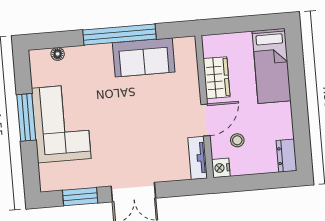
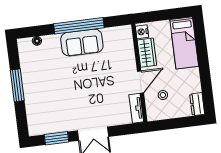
sofa: (144, 57) -> (82, 43), moved
corner sofa: (61, 123) -> (41, 88), removed
nightstand: (221, 168) -> (142, 32), moved

